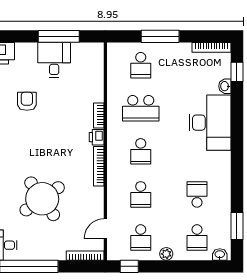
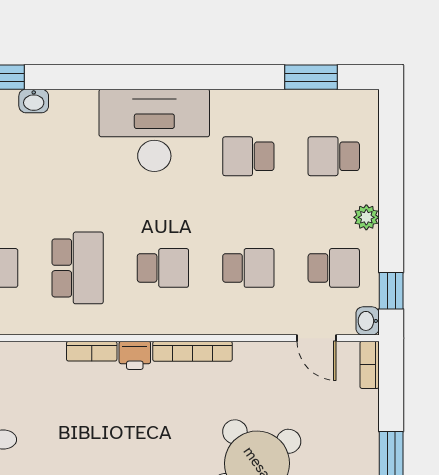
desk: (210, 123) -> (154, 130), moved
school desk: (197, 237) -> (334, 156), turned 180
washbasin: (220, 255) -> (368, 321), moved
bookcase: (85, 256) -> (370, 365), width x0.64

